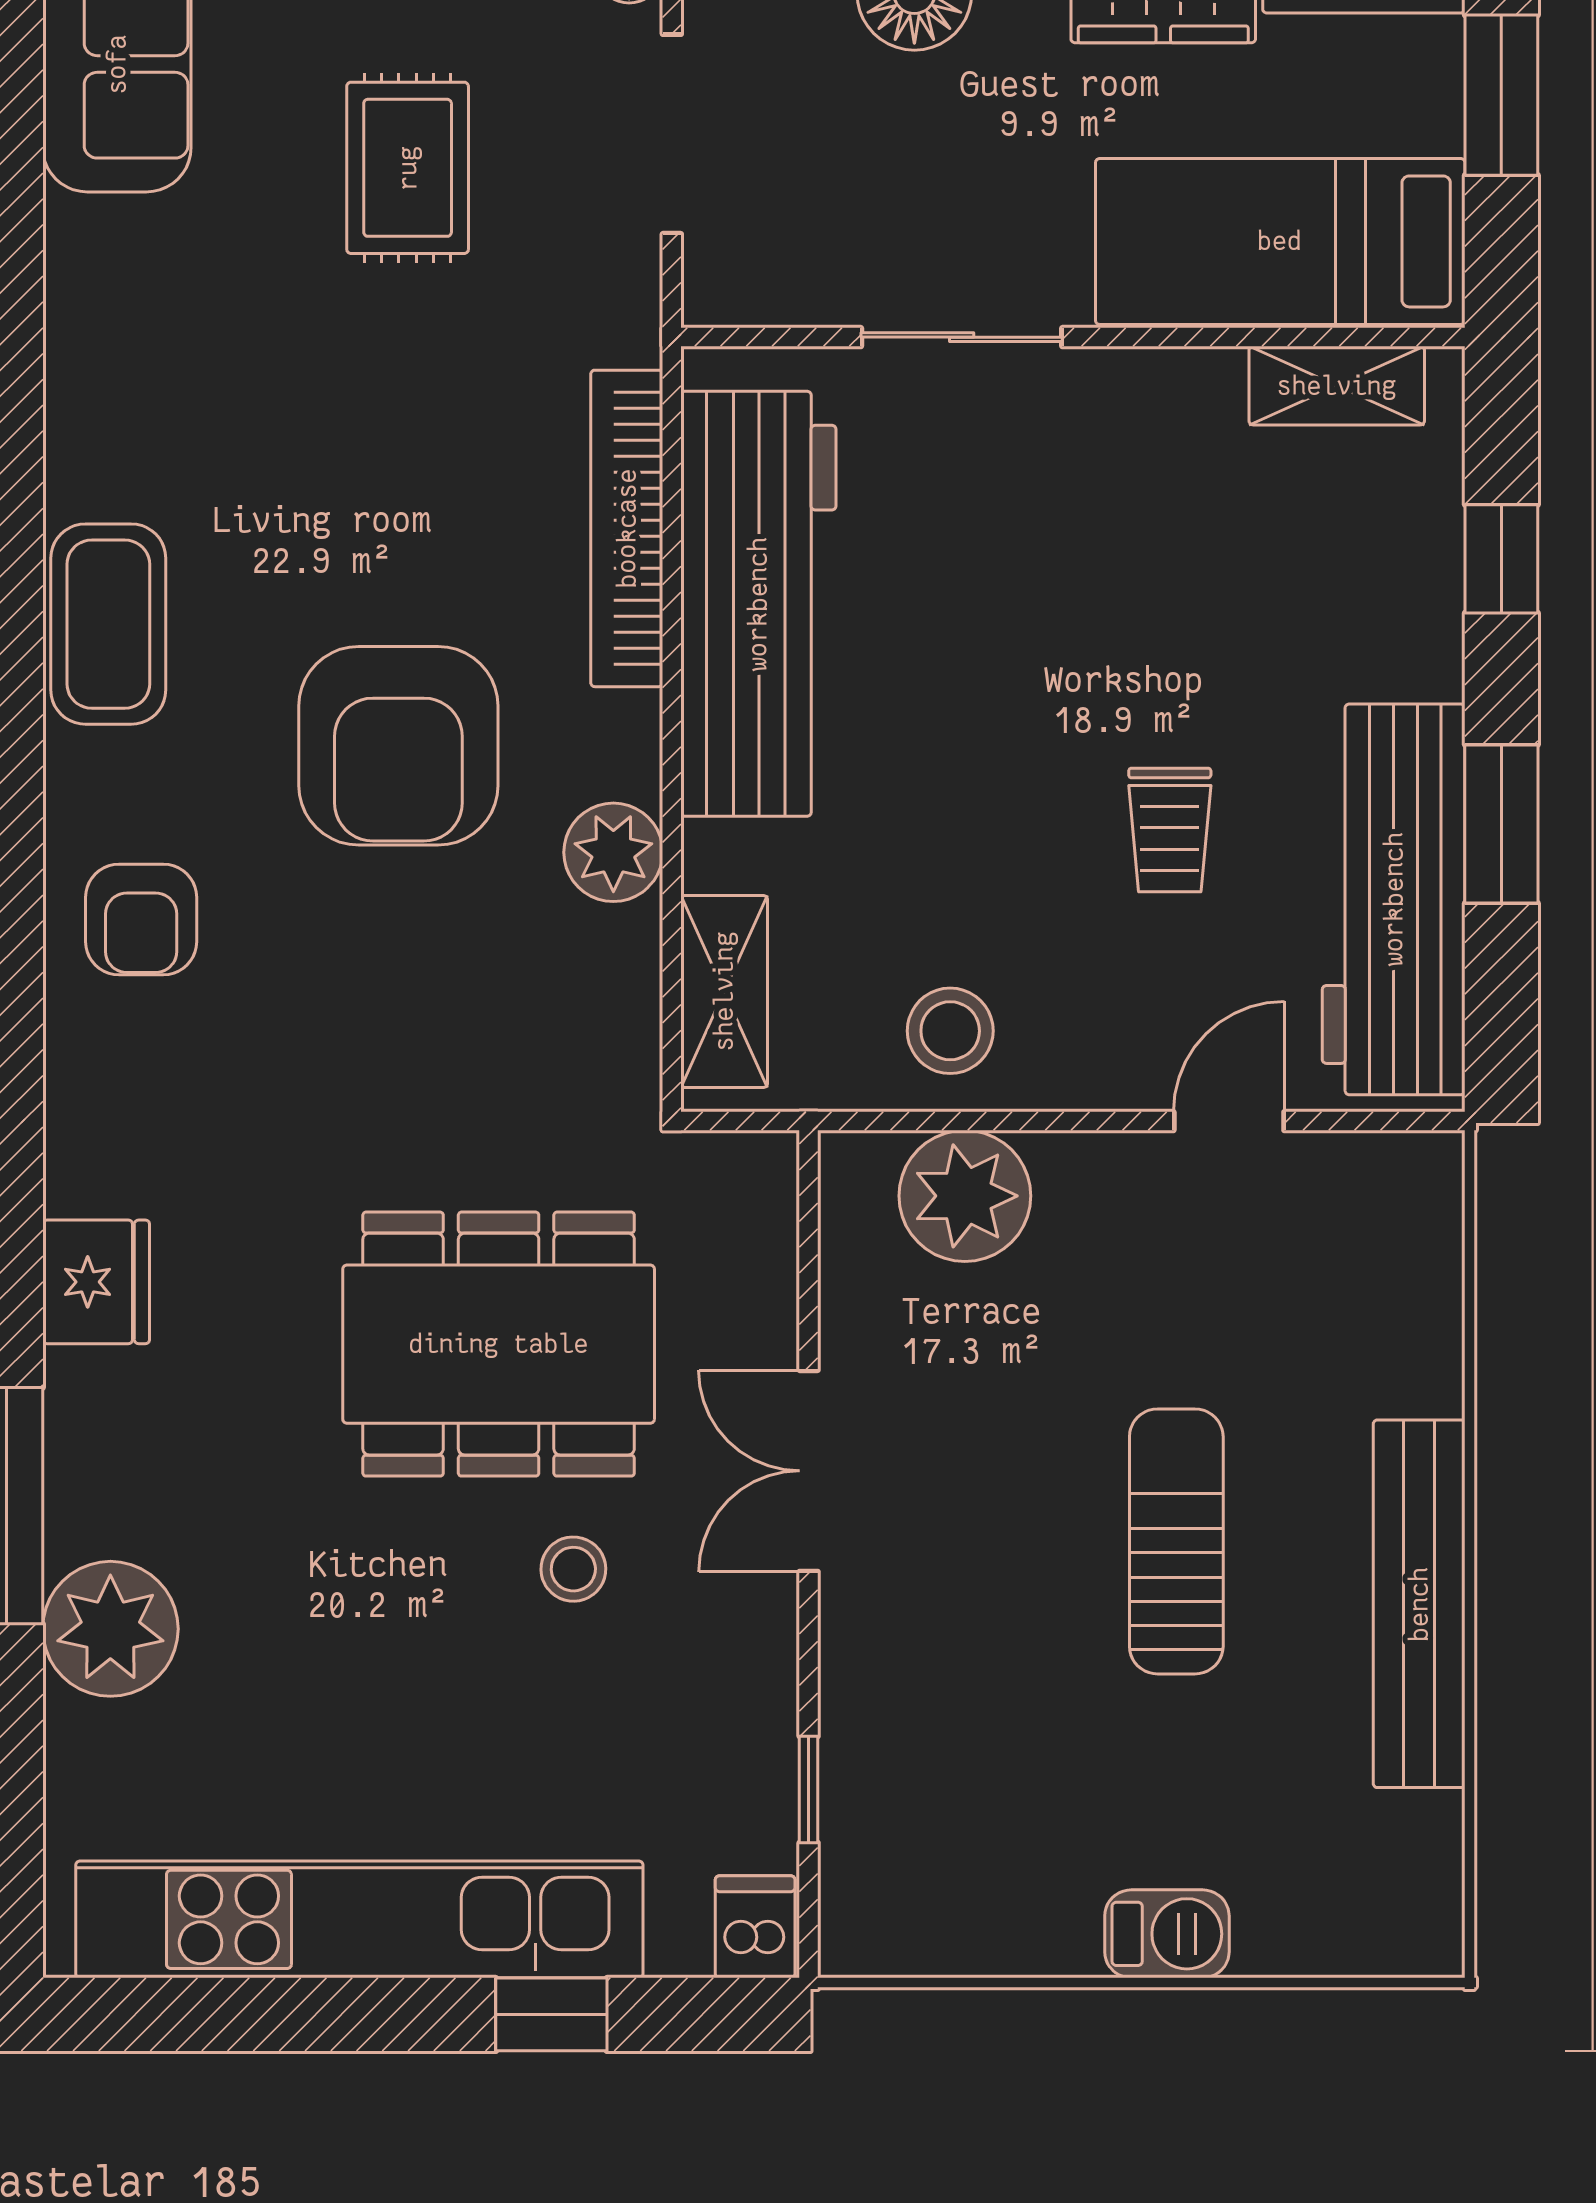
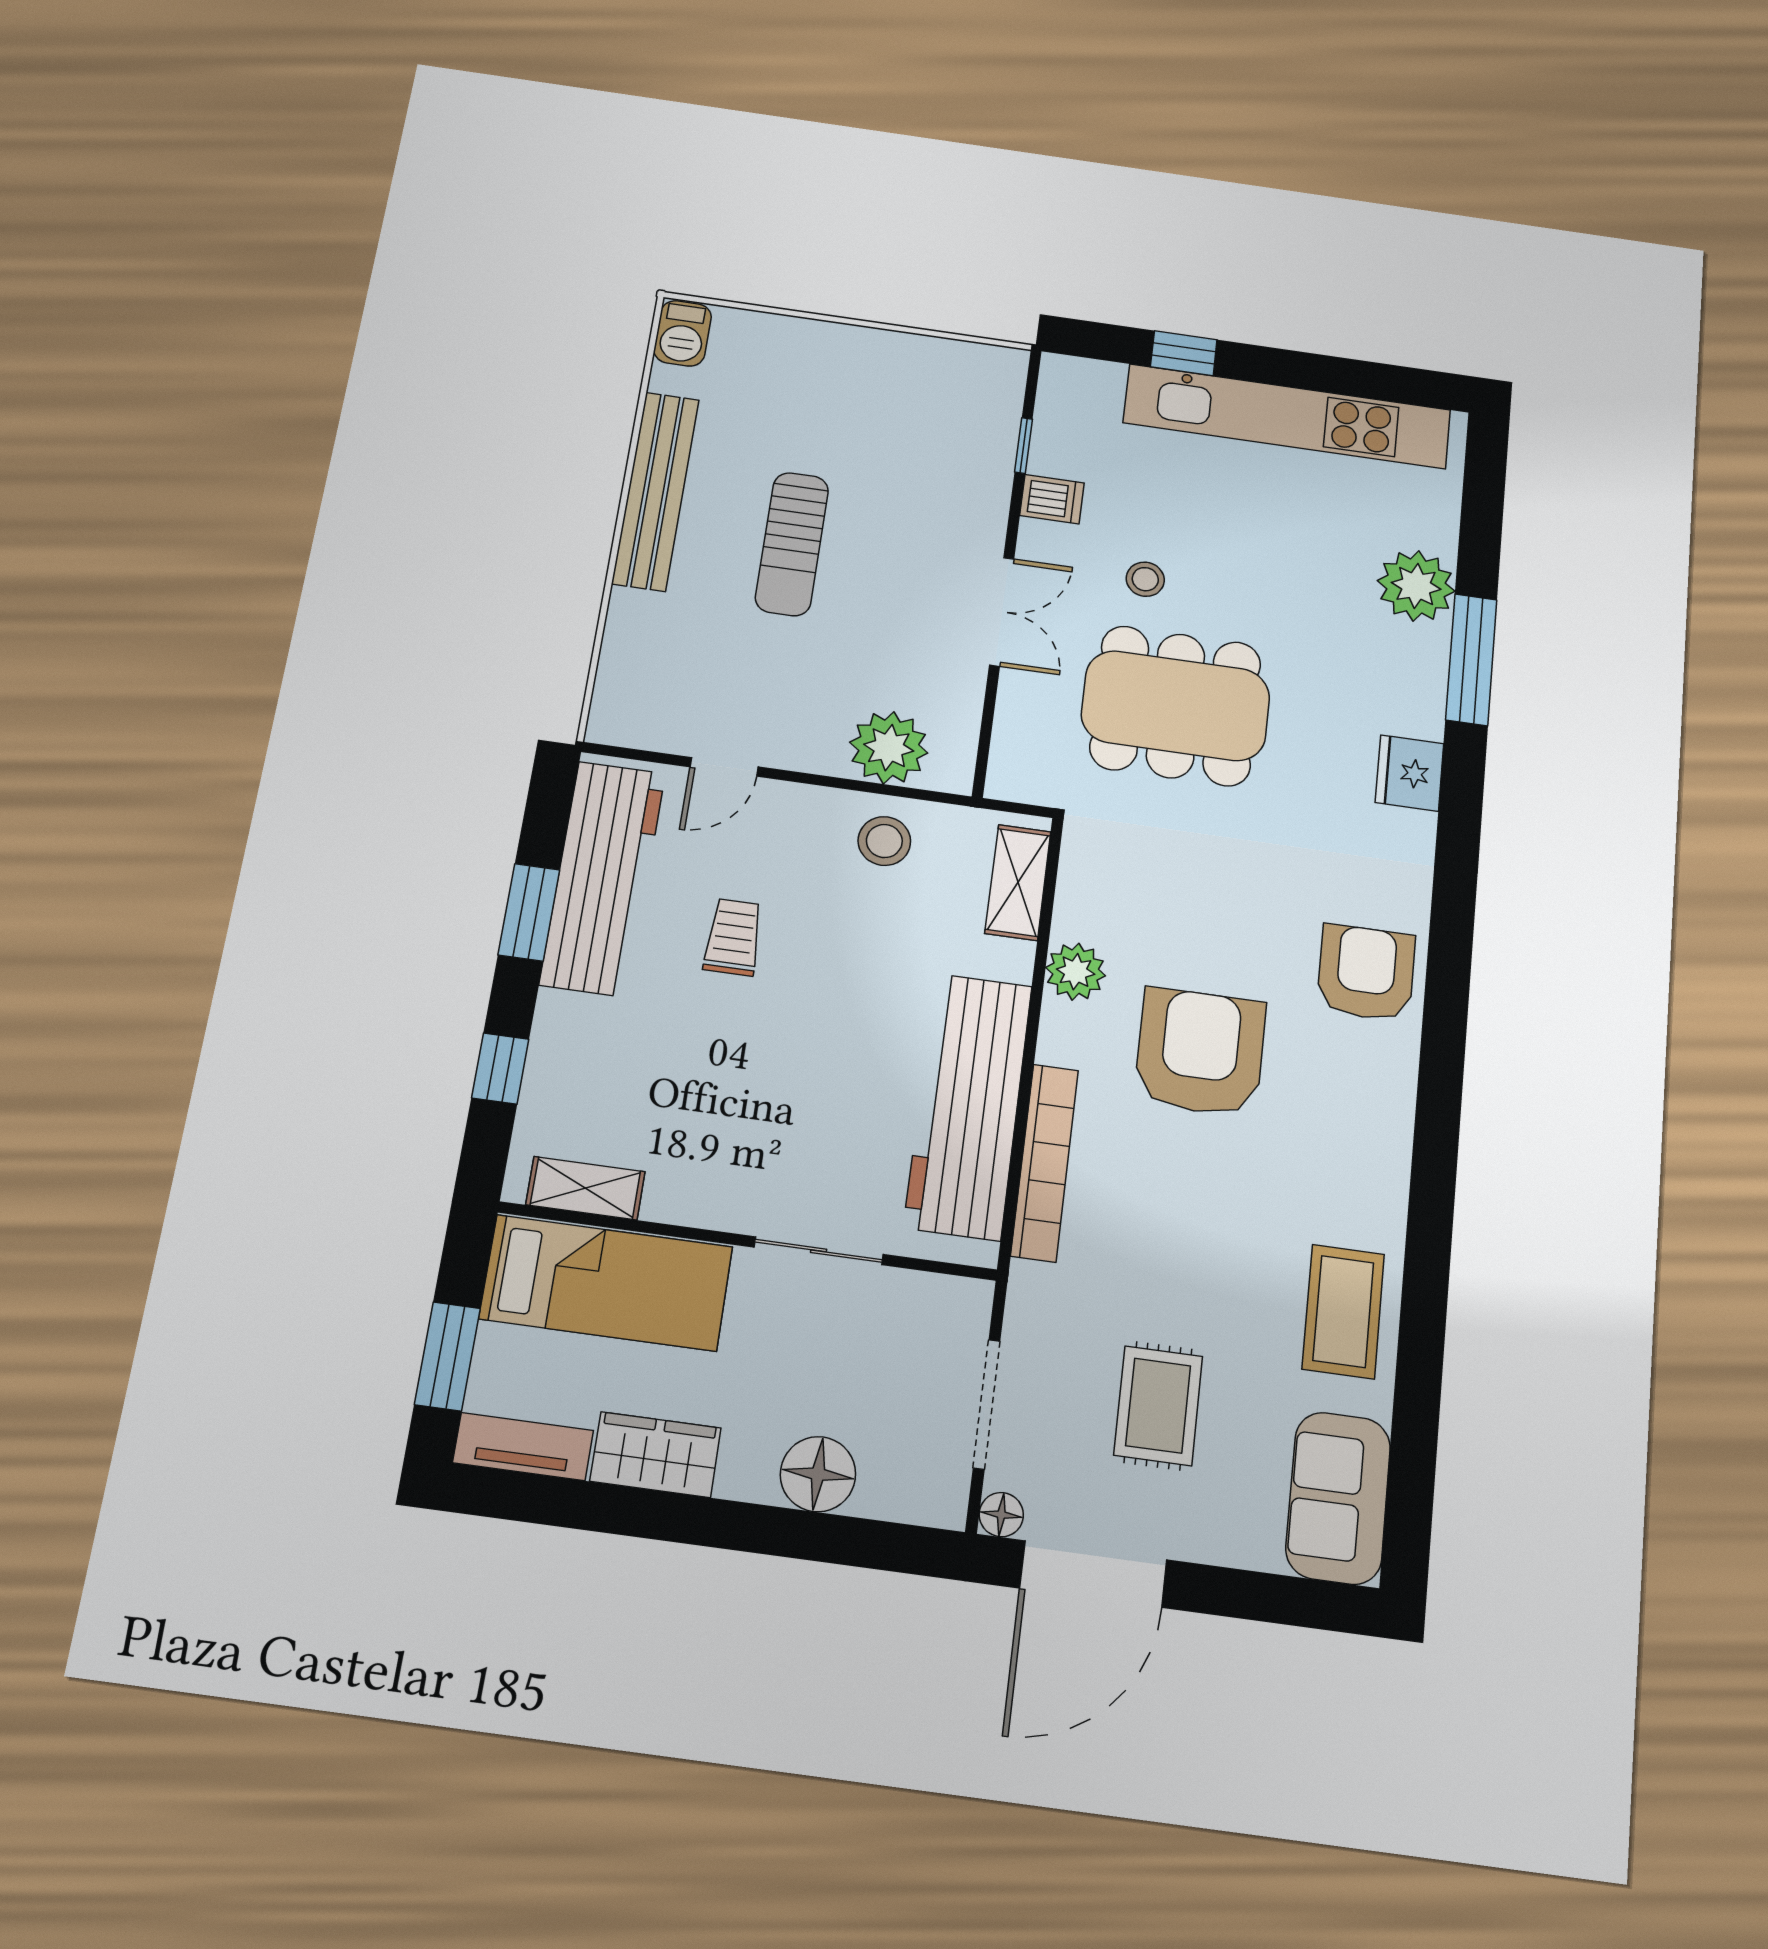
coffee table: (108, 624) -> (1343, 1311), moved
armchair: (141, 919) -> (1366, 973), width x1.38, depth x1.38
dishwasher: (755, 1927) -> (1052, 499), moved, turned -90
barbecue: (1167, 1934) -> (683, 333), moved, turned -90

